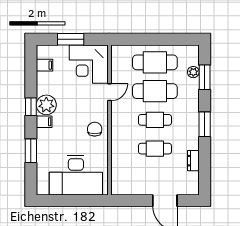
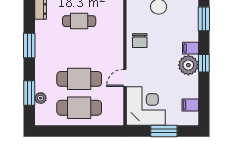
cafe table: (155, 120) -> (79, 50), removed

